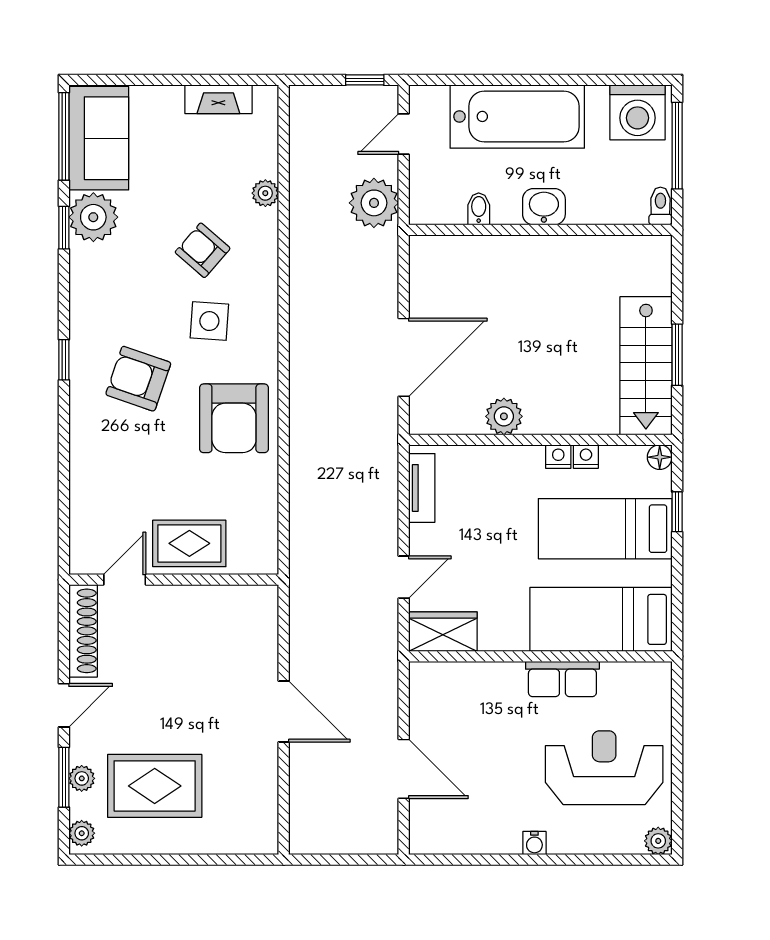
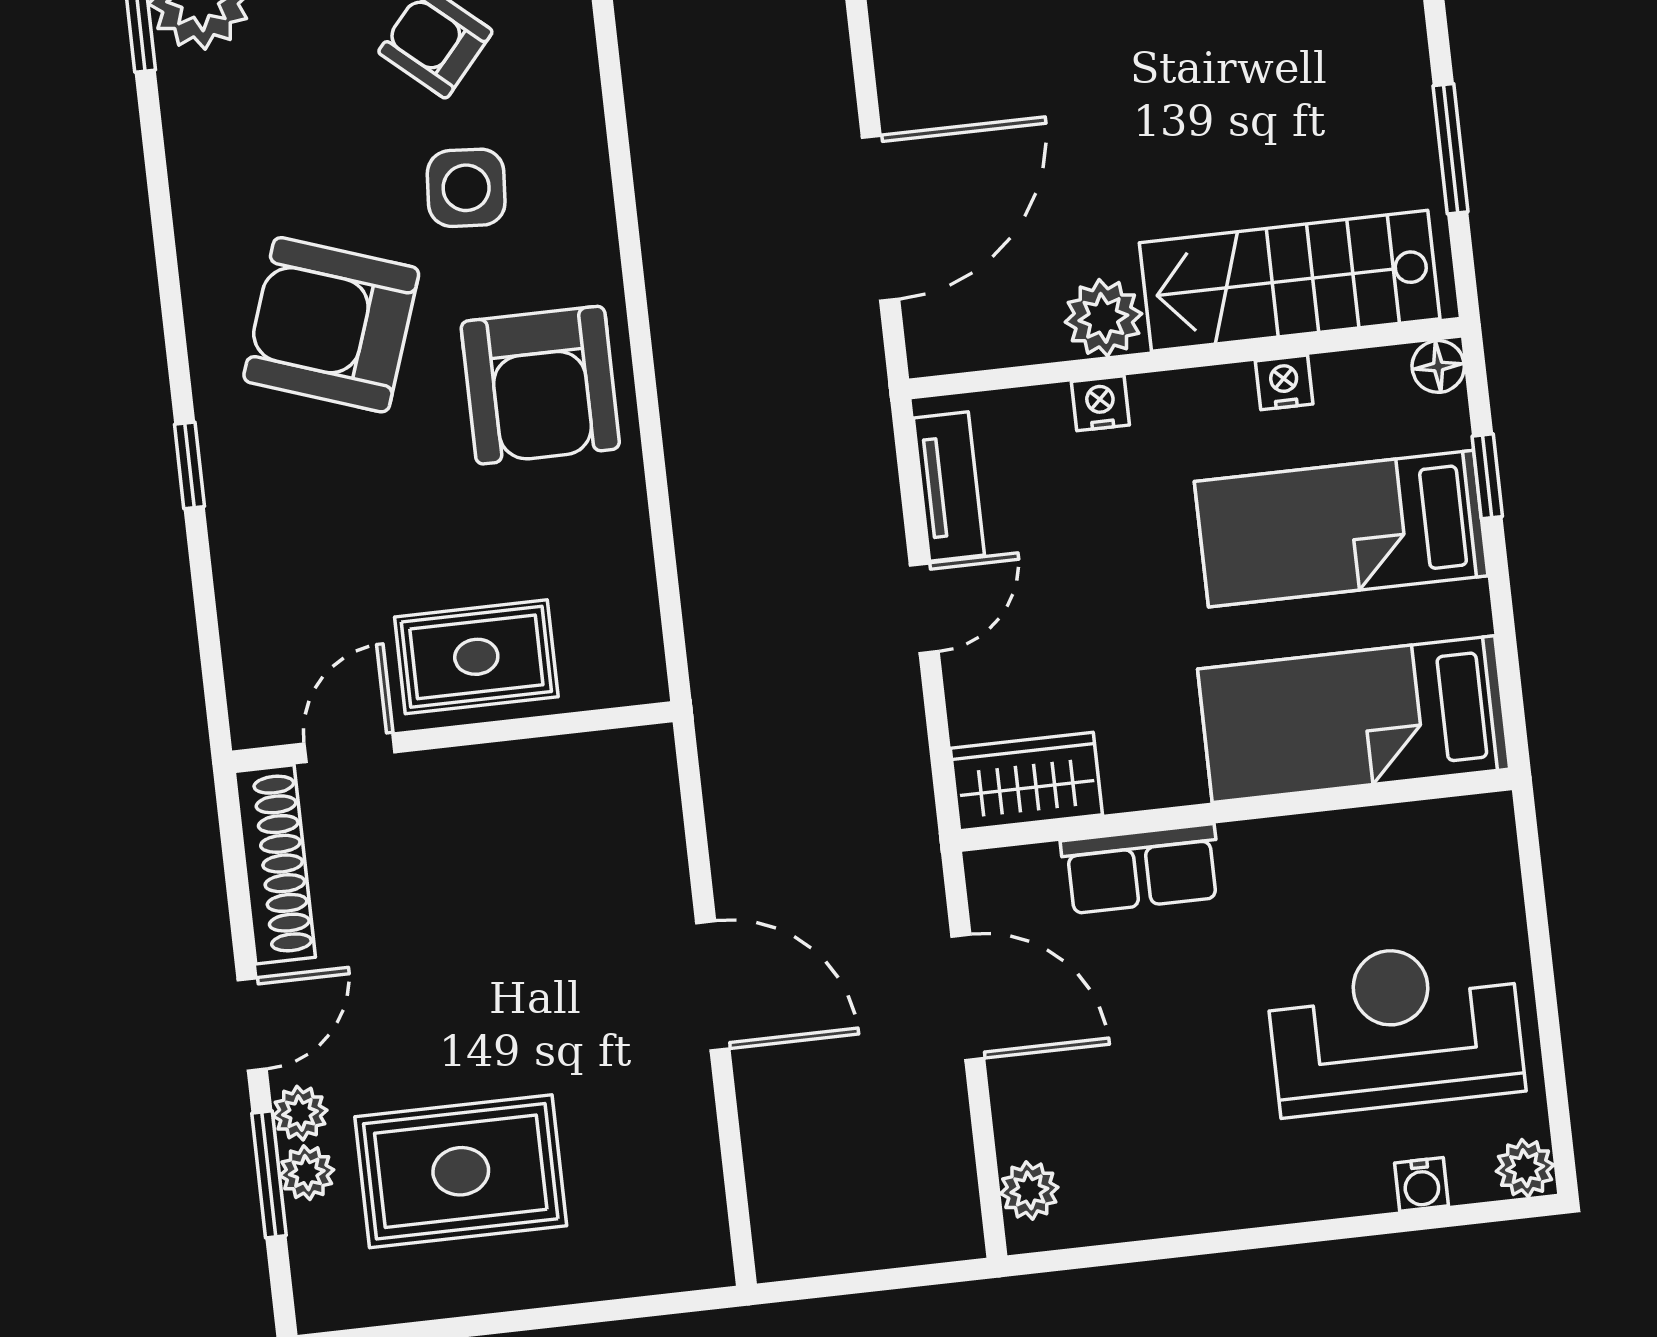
window: (64, 360) -> (189, 465), moved
stairs: (646, 366) -> (1290, 281), moved, turned 90
armchair: (138, 379) -> (331, 325), width x1.36, depth x1.36
nightstand: (558, 457) -> (1100, 403), moved
door: (404, 577) -> (924, 608), moved
row of seats: (562, 679) -> (1141, 869), moved
door: (404, 769) -> (968, 997), moved
plant: (423, 825) -> (1029, 1190), added
plant: (82, 833) -> (300, 1113), moved
water cooler: (534, 843) -> (1421, 1184), moved

